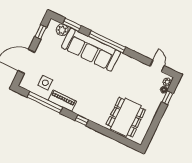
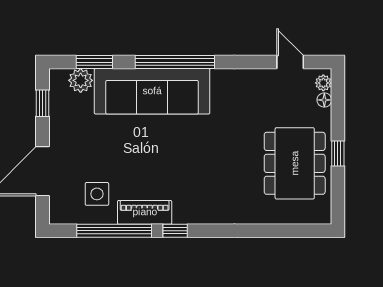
window: (167, 98) -> (338, 153), moved
dining table: (126, 117) -> (295, 163), moved
window: (82, 120) -> (175, 231), moved

